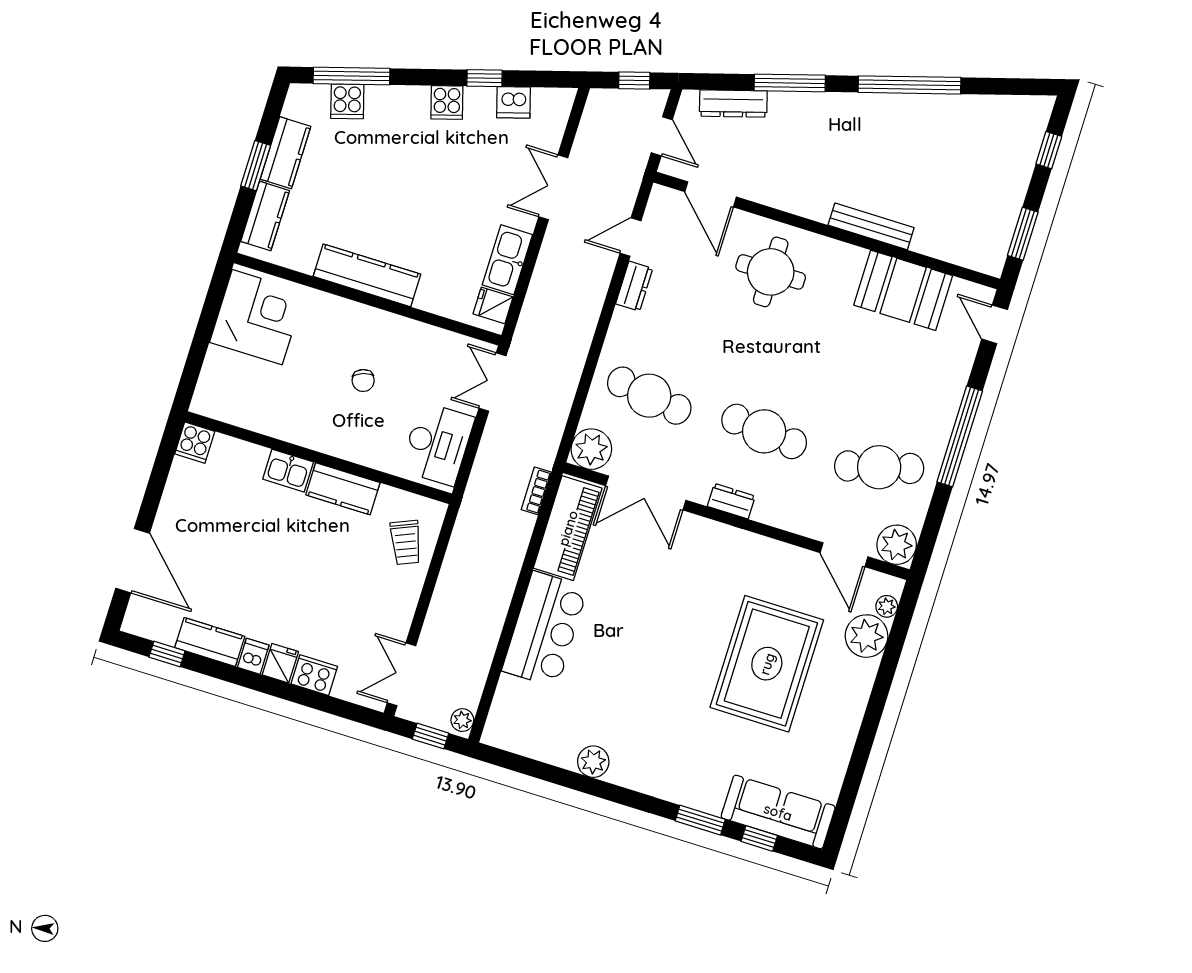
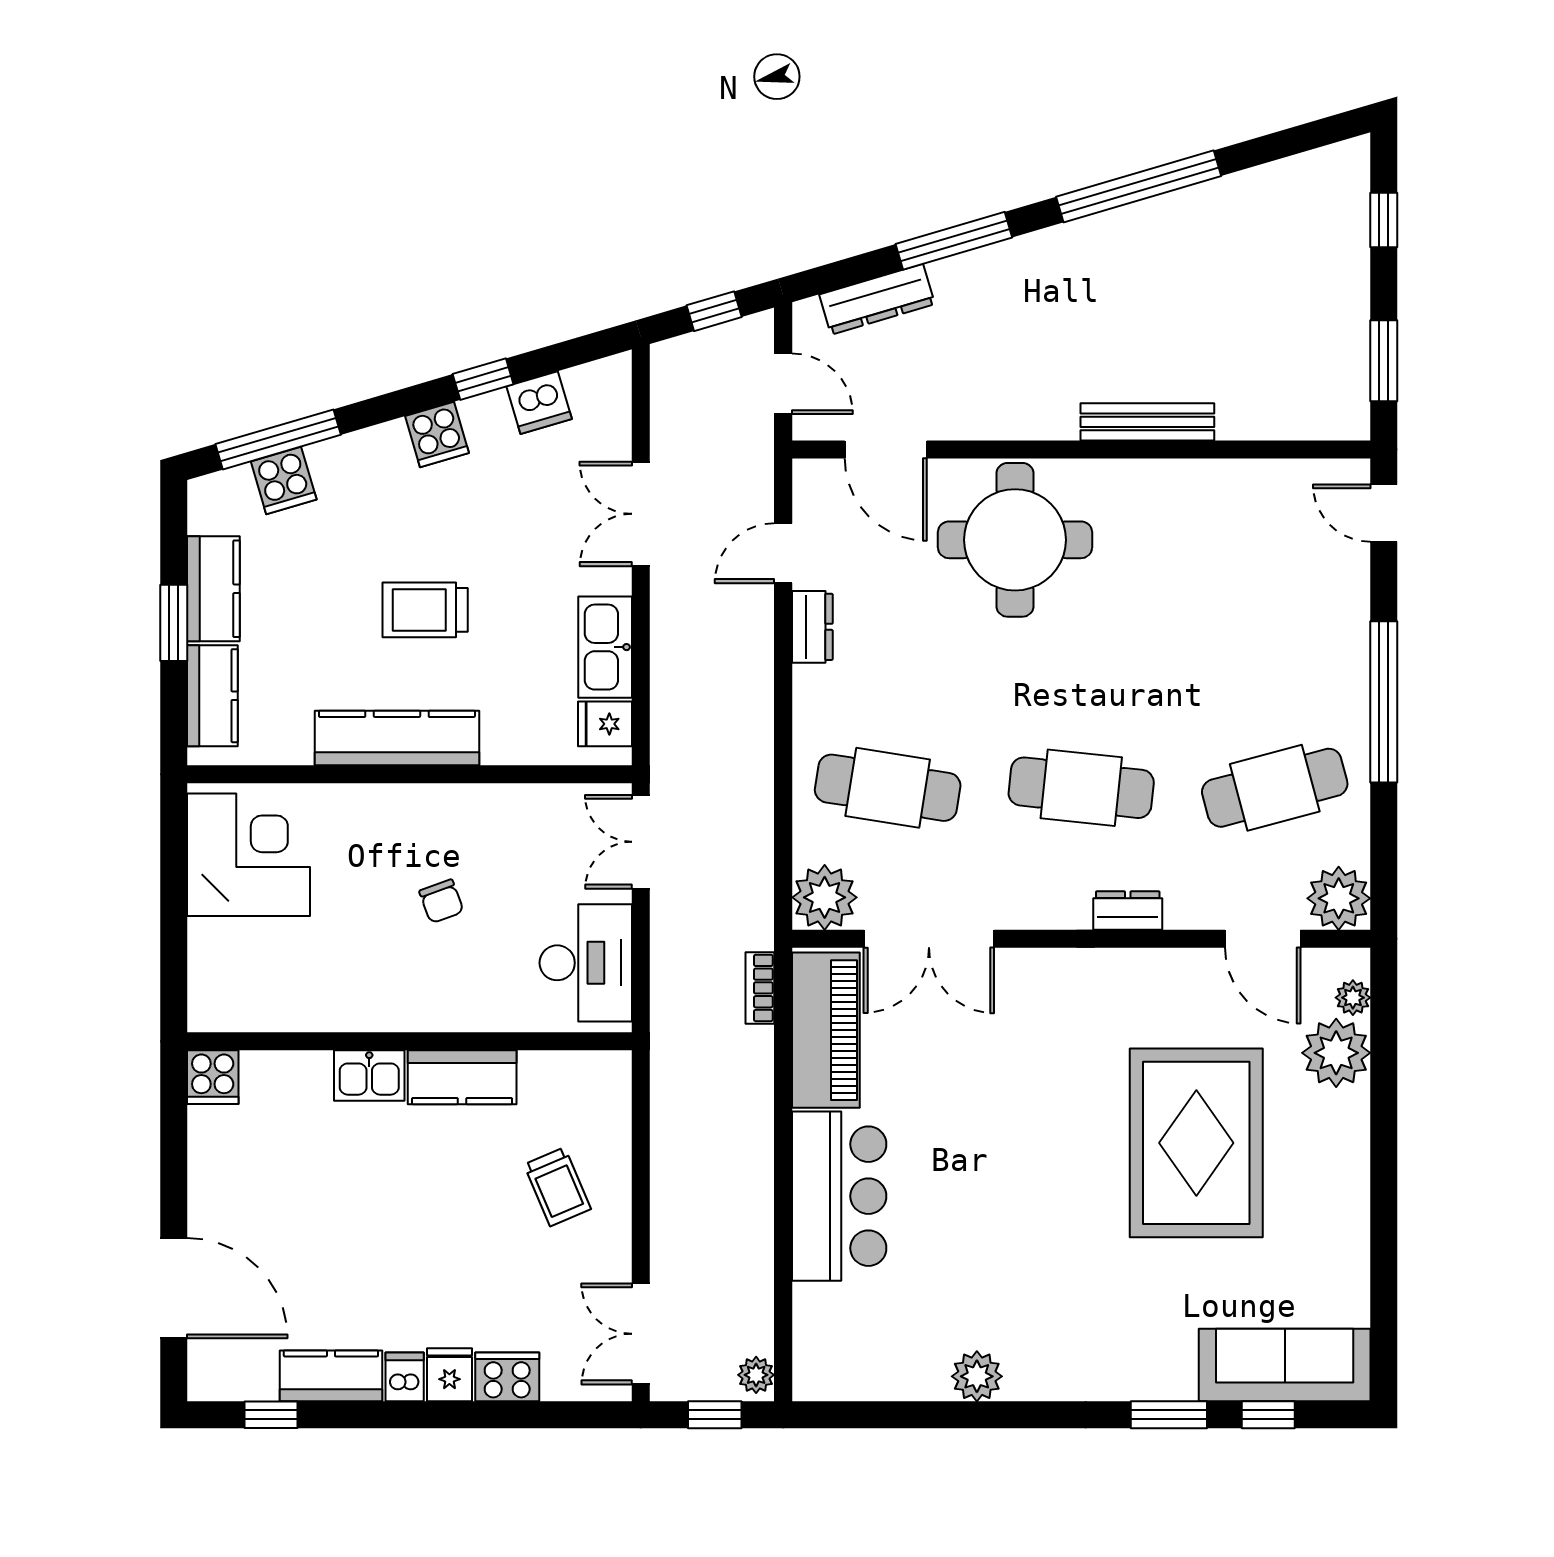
trolley: (407, 204) -> (425, 610), added
round table: (771, 272) -> (1015, 540), width x1.36, depth x1.36
booth: (903, 290) -> (1227, 505), removed
dresser: (731, 501) -> (1128, 911), moved
trolley: (406, 542) -> (557, 1187), moved

